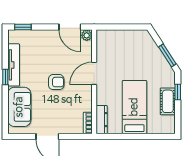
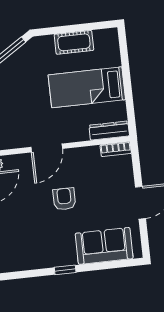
tv unit: (14, 65) -> (47, 260), removed
door: (94, 73) -> (47, 148), hinge flipped
window: (178, 92) -> (59, 30), removed

